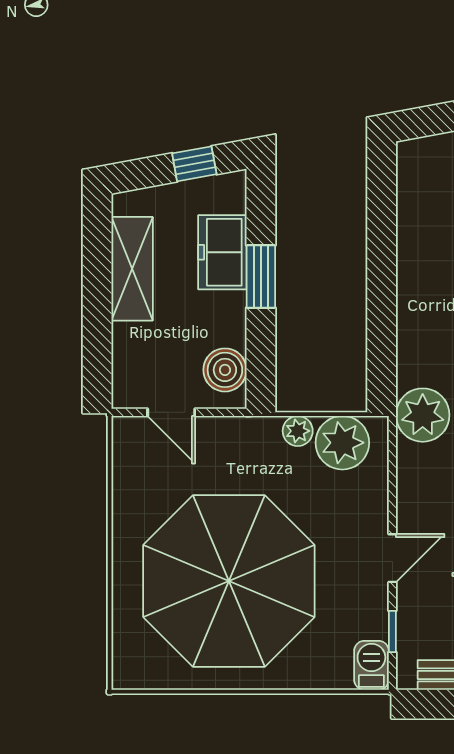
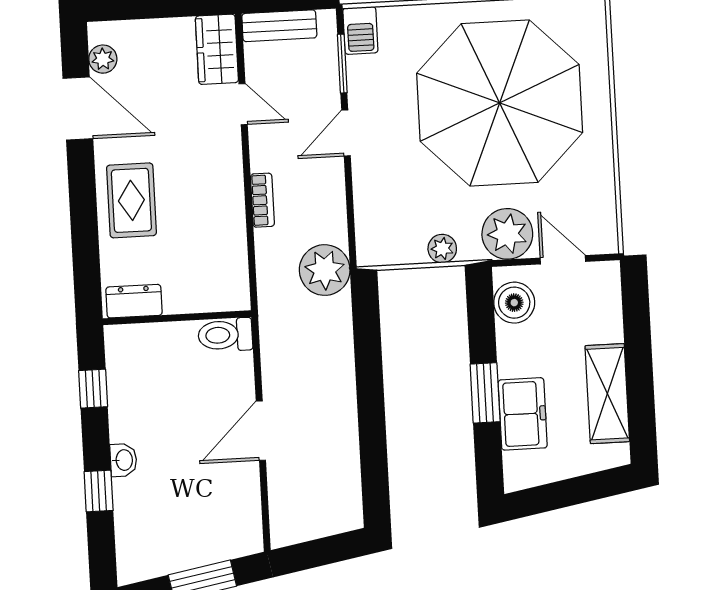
window: (194, 164) -> (554, 496), removed
plant: (342, 443) -> (507, 234), moved
window: (392, 631) -> (342, 64), width x1.50

